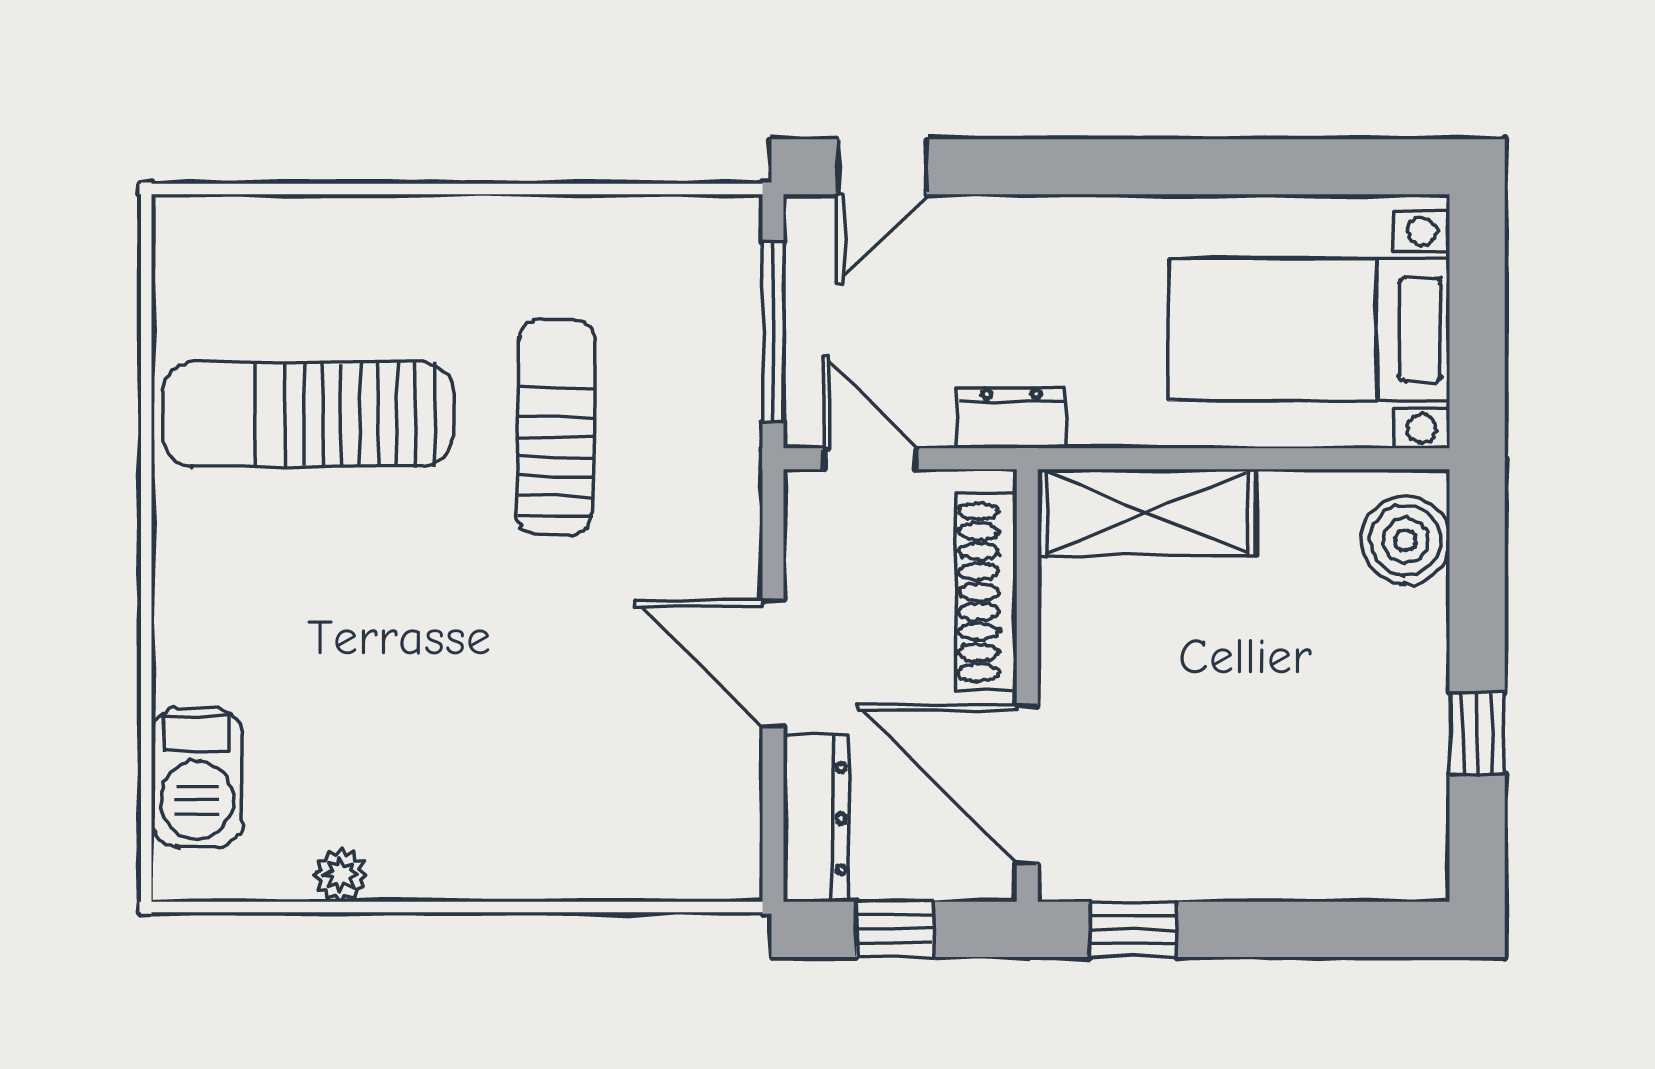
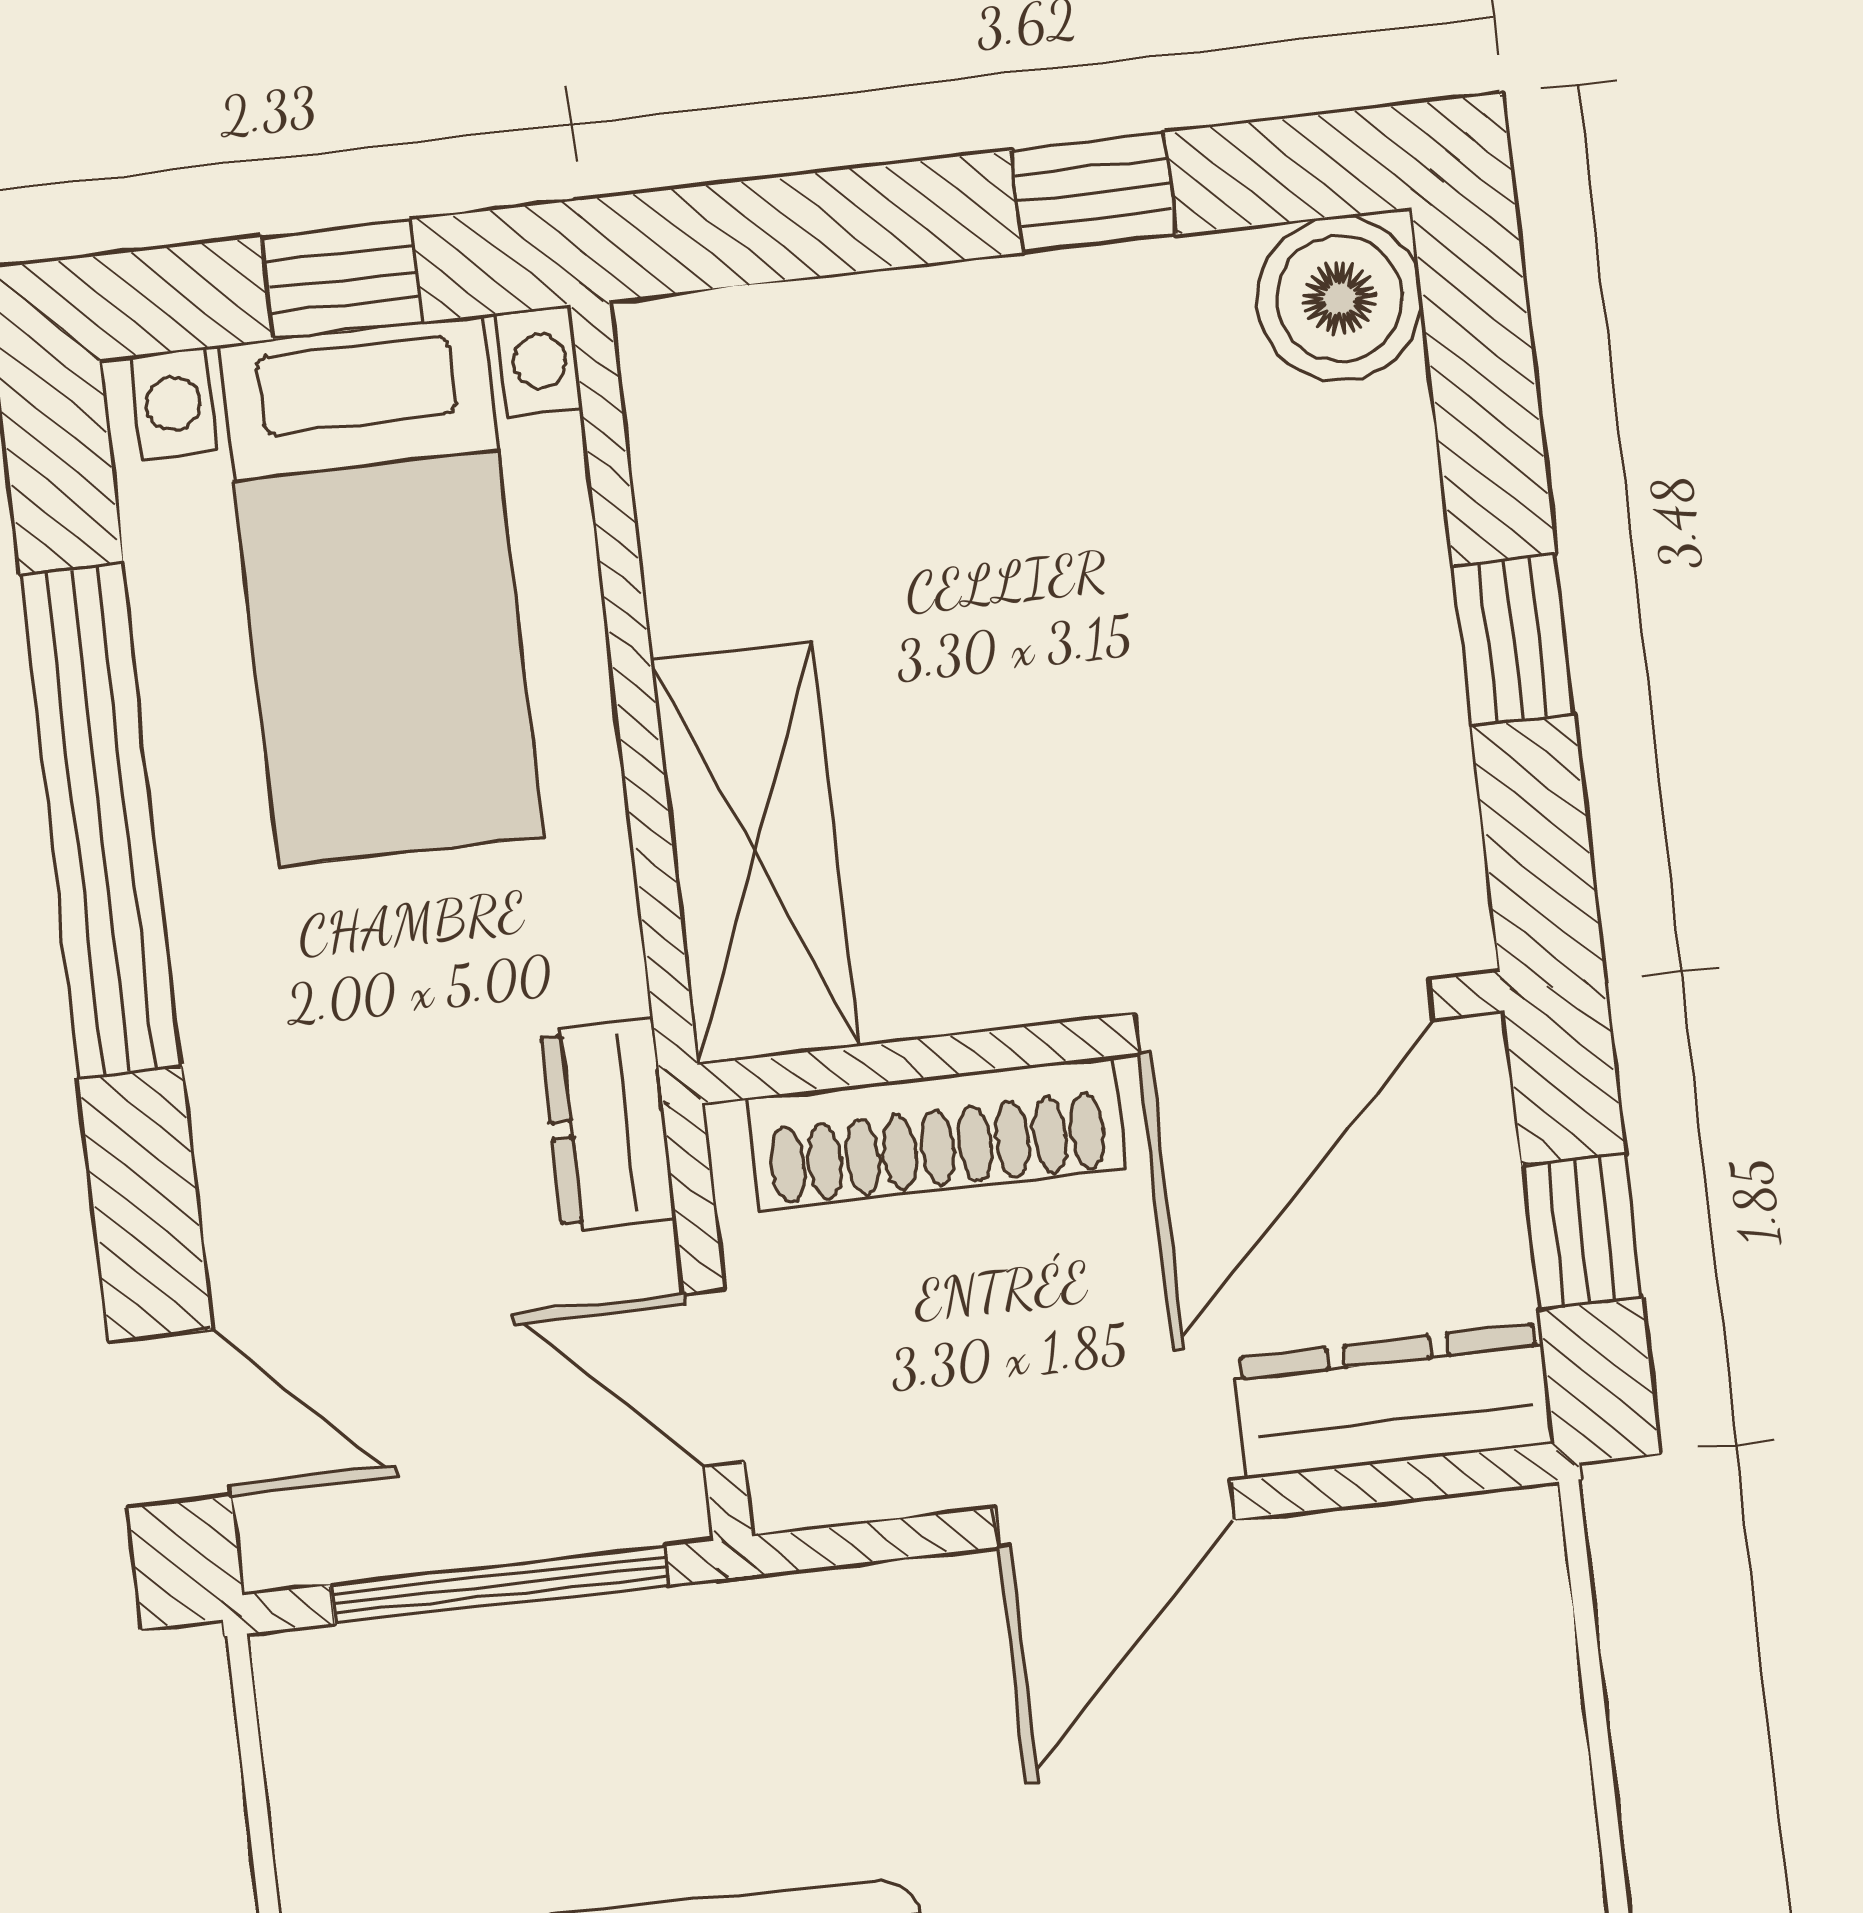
window: (1204, 167) -> (101, 821), added
window: (1477, 328) -> (342, 279), added
door: (870, 459) -> (714, 1378), hinge flipped
boiler: (1406, 540) -> (1340, 298), moved
window: (1133, 929) -> (1513, 640), moved

